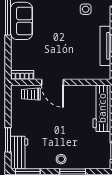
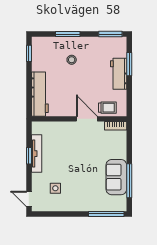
workbench: (19, 152) -> (119, 74), moved
stool: (61, 159) -> (72, 60), moved

